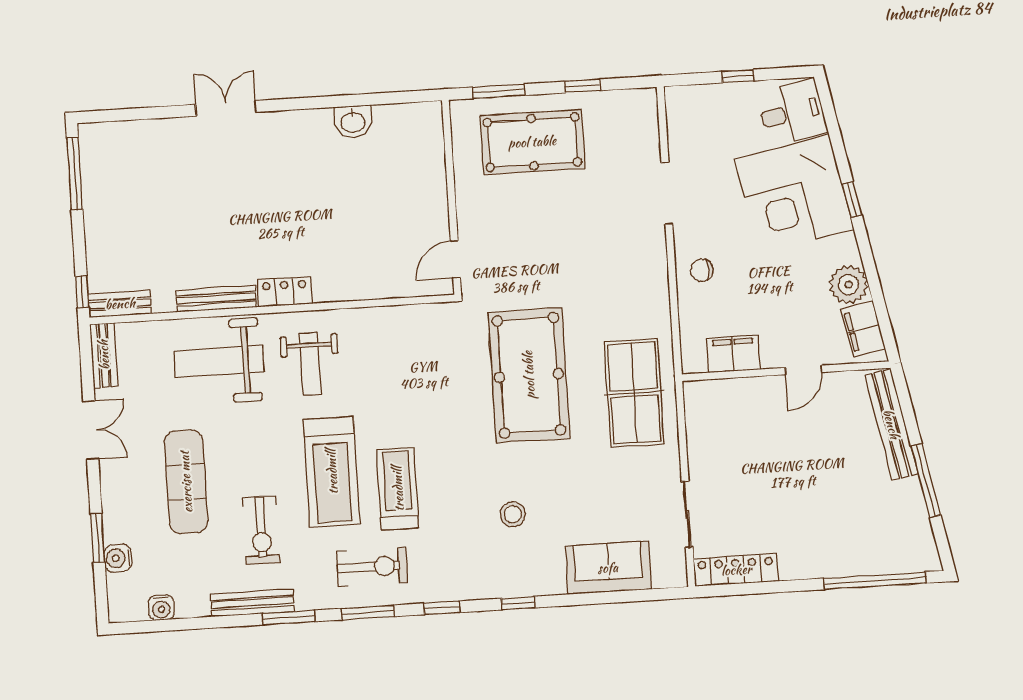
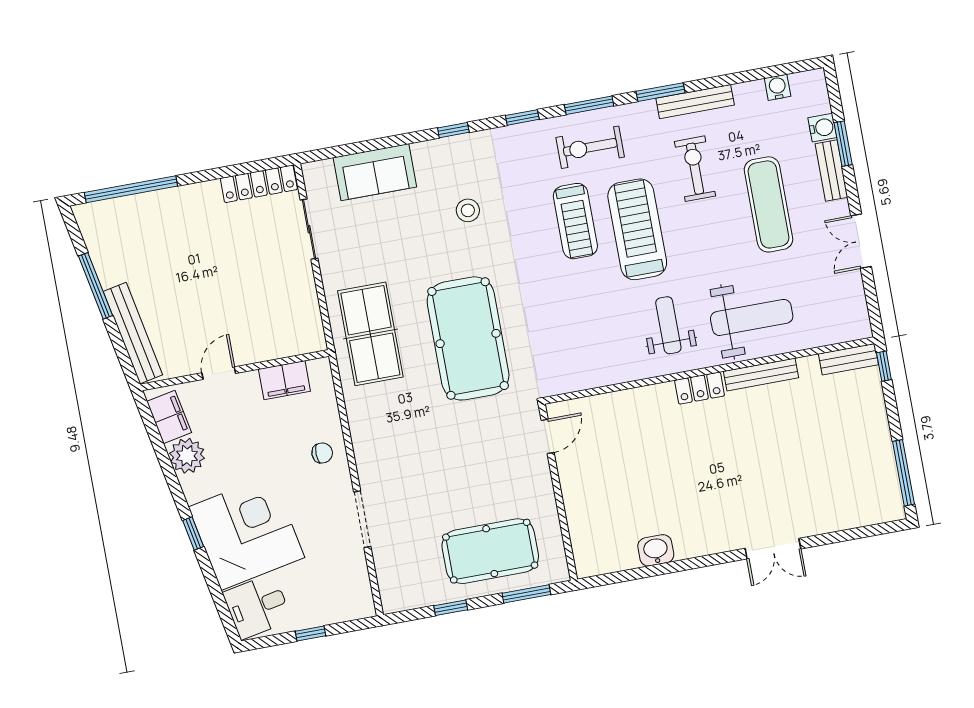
bench: (104, 355) -> (831, 170), moved

